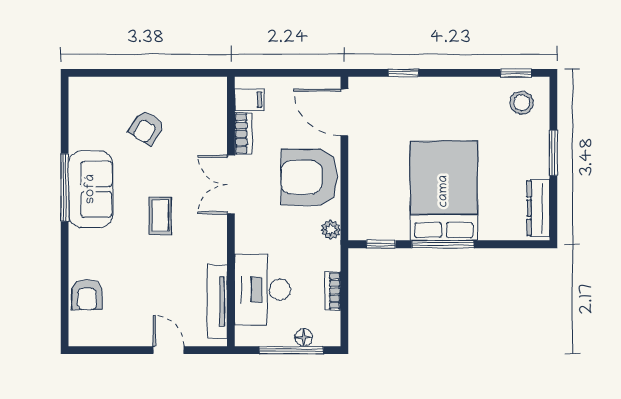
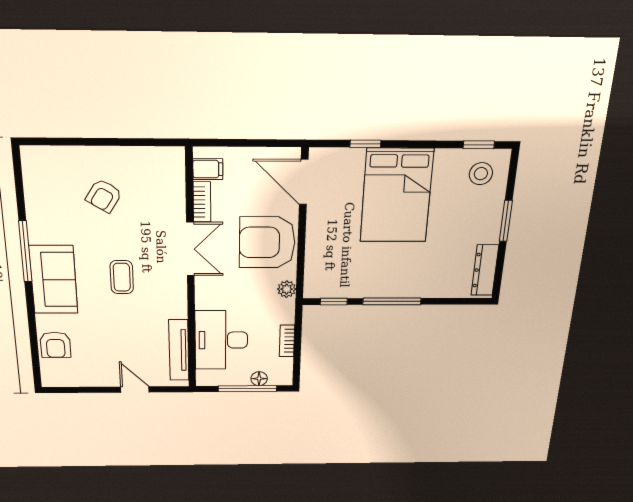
double door: (231, 185) -> (190, 249), swing flipped
sofa: (91, 189) -> (54, 280), moved
bed: (444, 191) -> (397, 196), moved, turned 180

